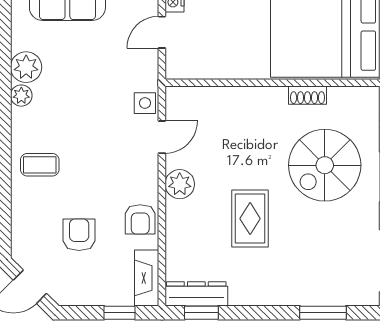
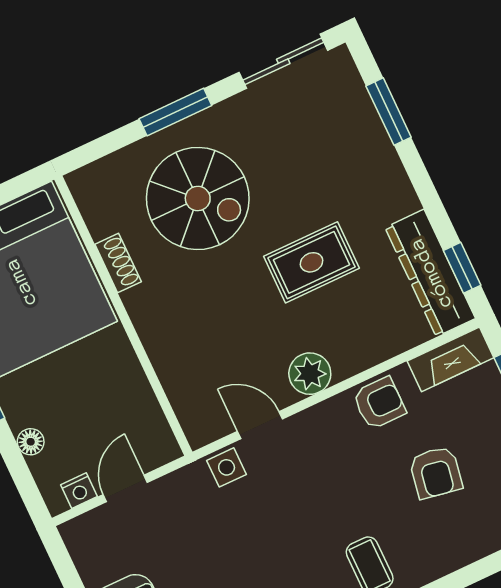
door: (162, 32) -> (125, 488), swing flipped
armchair: (79, 235) -> (436, 473), turned -80
dresser: (196, 294) -> (430, 273), width x1.37, depth x1.24

